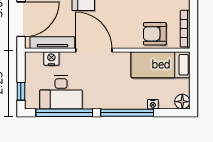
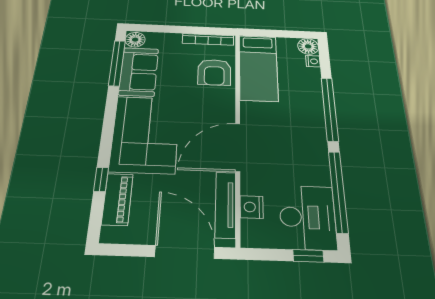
desk: (61, 92) -> (308, 217), moved
nightstand: (153, 104) -> (313, 61), moved

